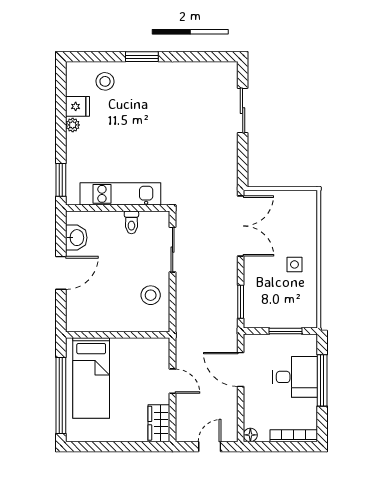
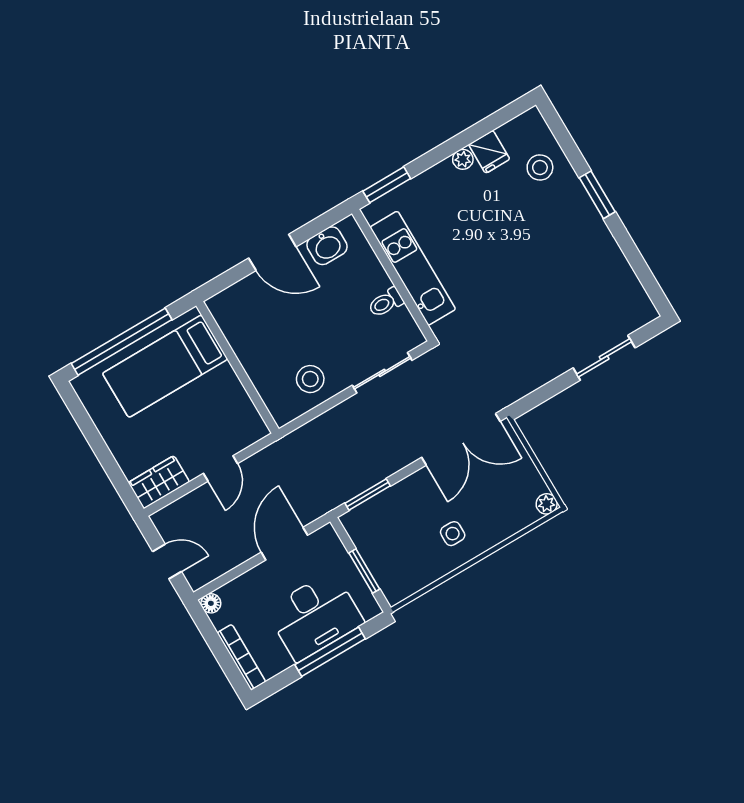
plant: (310, 197) -> (547, 504), added
desk: (295, 377) -> (315, 616), width x1.37

